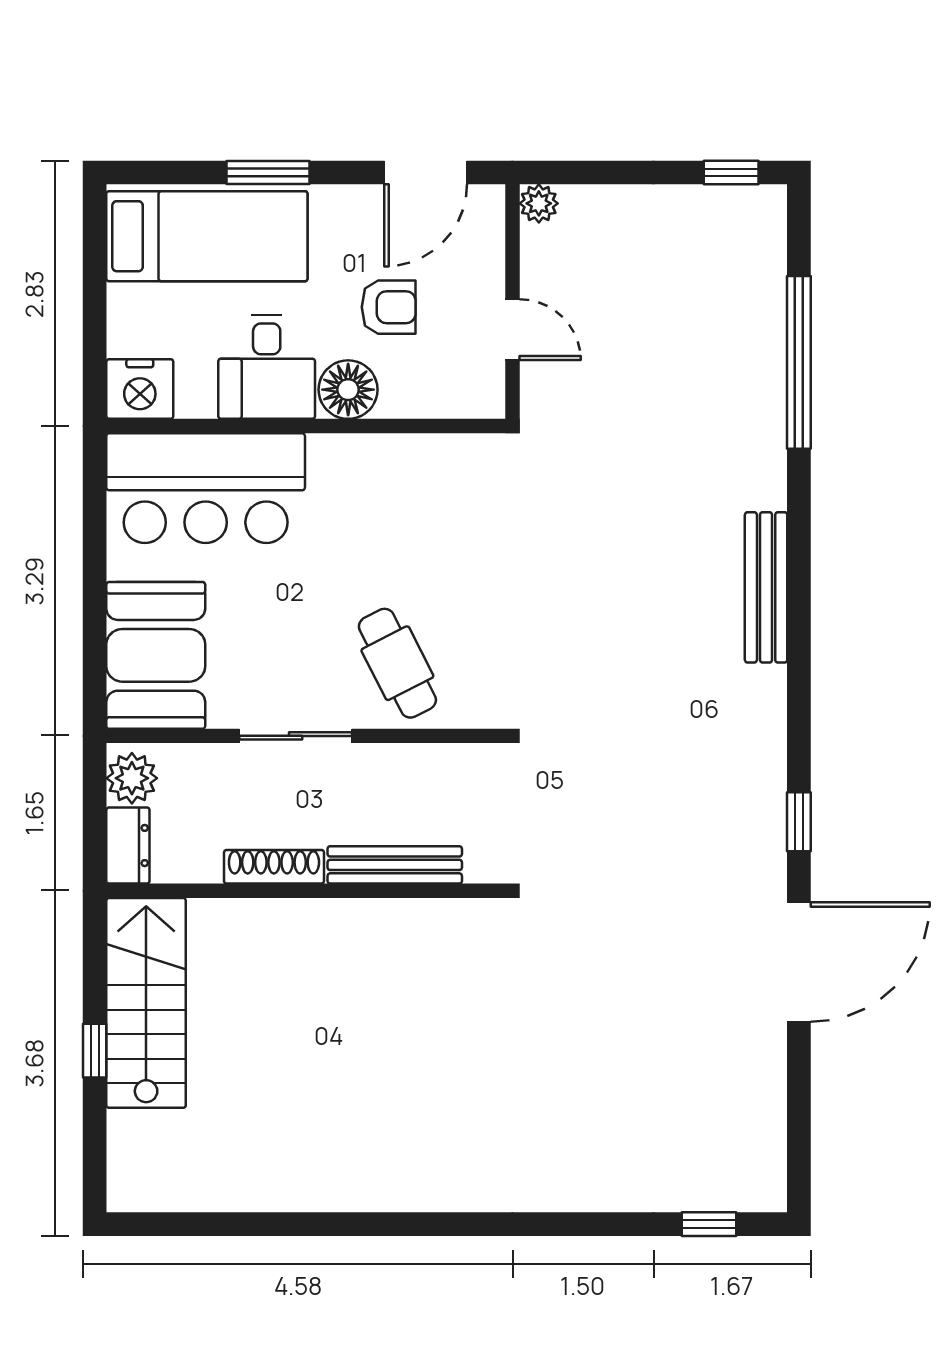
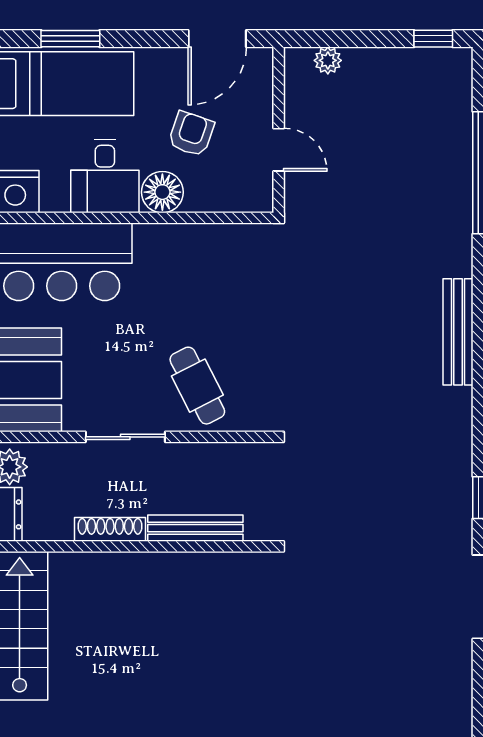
window: (268, 172) -> (70, 39), moved
plant: (539, 203) -> (328, 60), moved
armchair: (389, 307) -> (191, 134), turned -71

